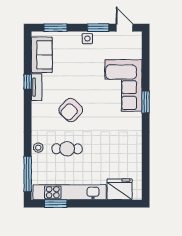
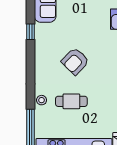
tv unit: (37, 87) -> (40, 37), removed

